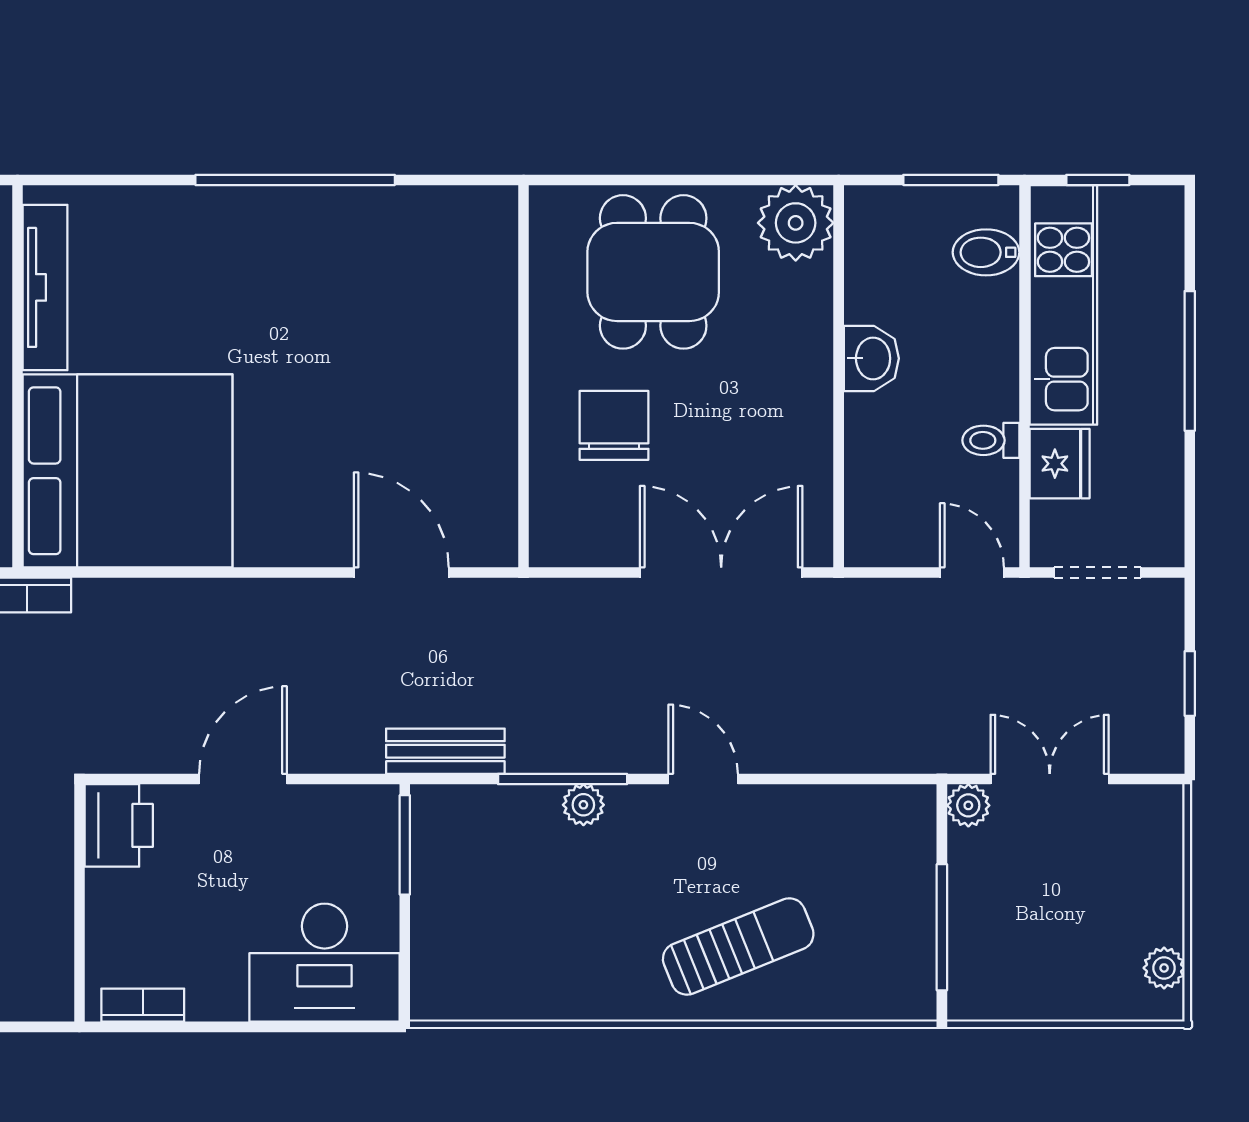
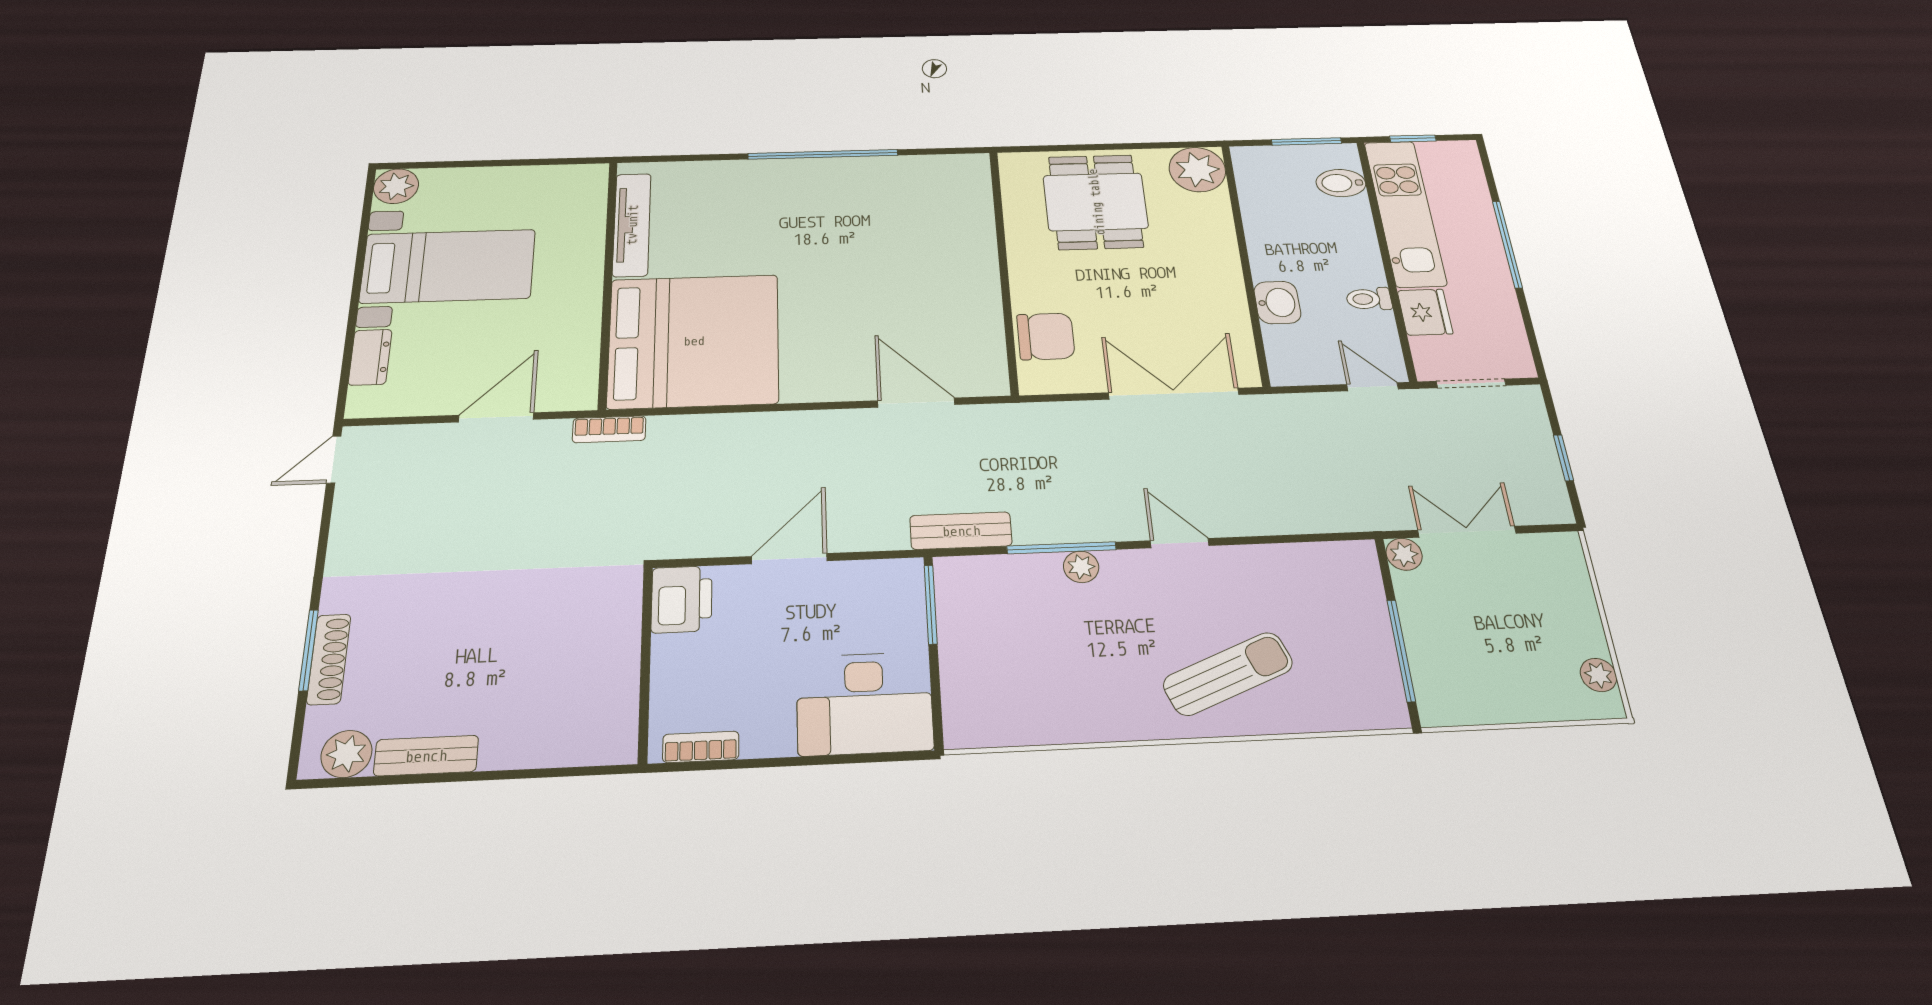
washbasin: (871, 358) -> (1277, 303), moved
chair: (614, 425) -> (1046, 336), moved, turned 90

